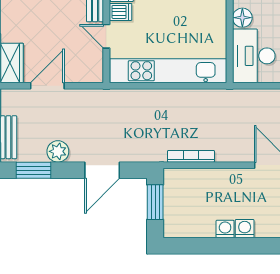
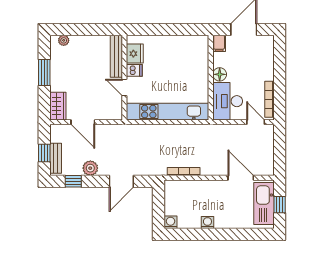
door: (47, 86) -> (83, 122), swing flipped
window: (34, 170) -> (73, 181), width x0.67
window: (155, 202) -> (158, 204), removed
washing machine: (245, 229) -> (170, 222), moved

